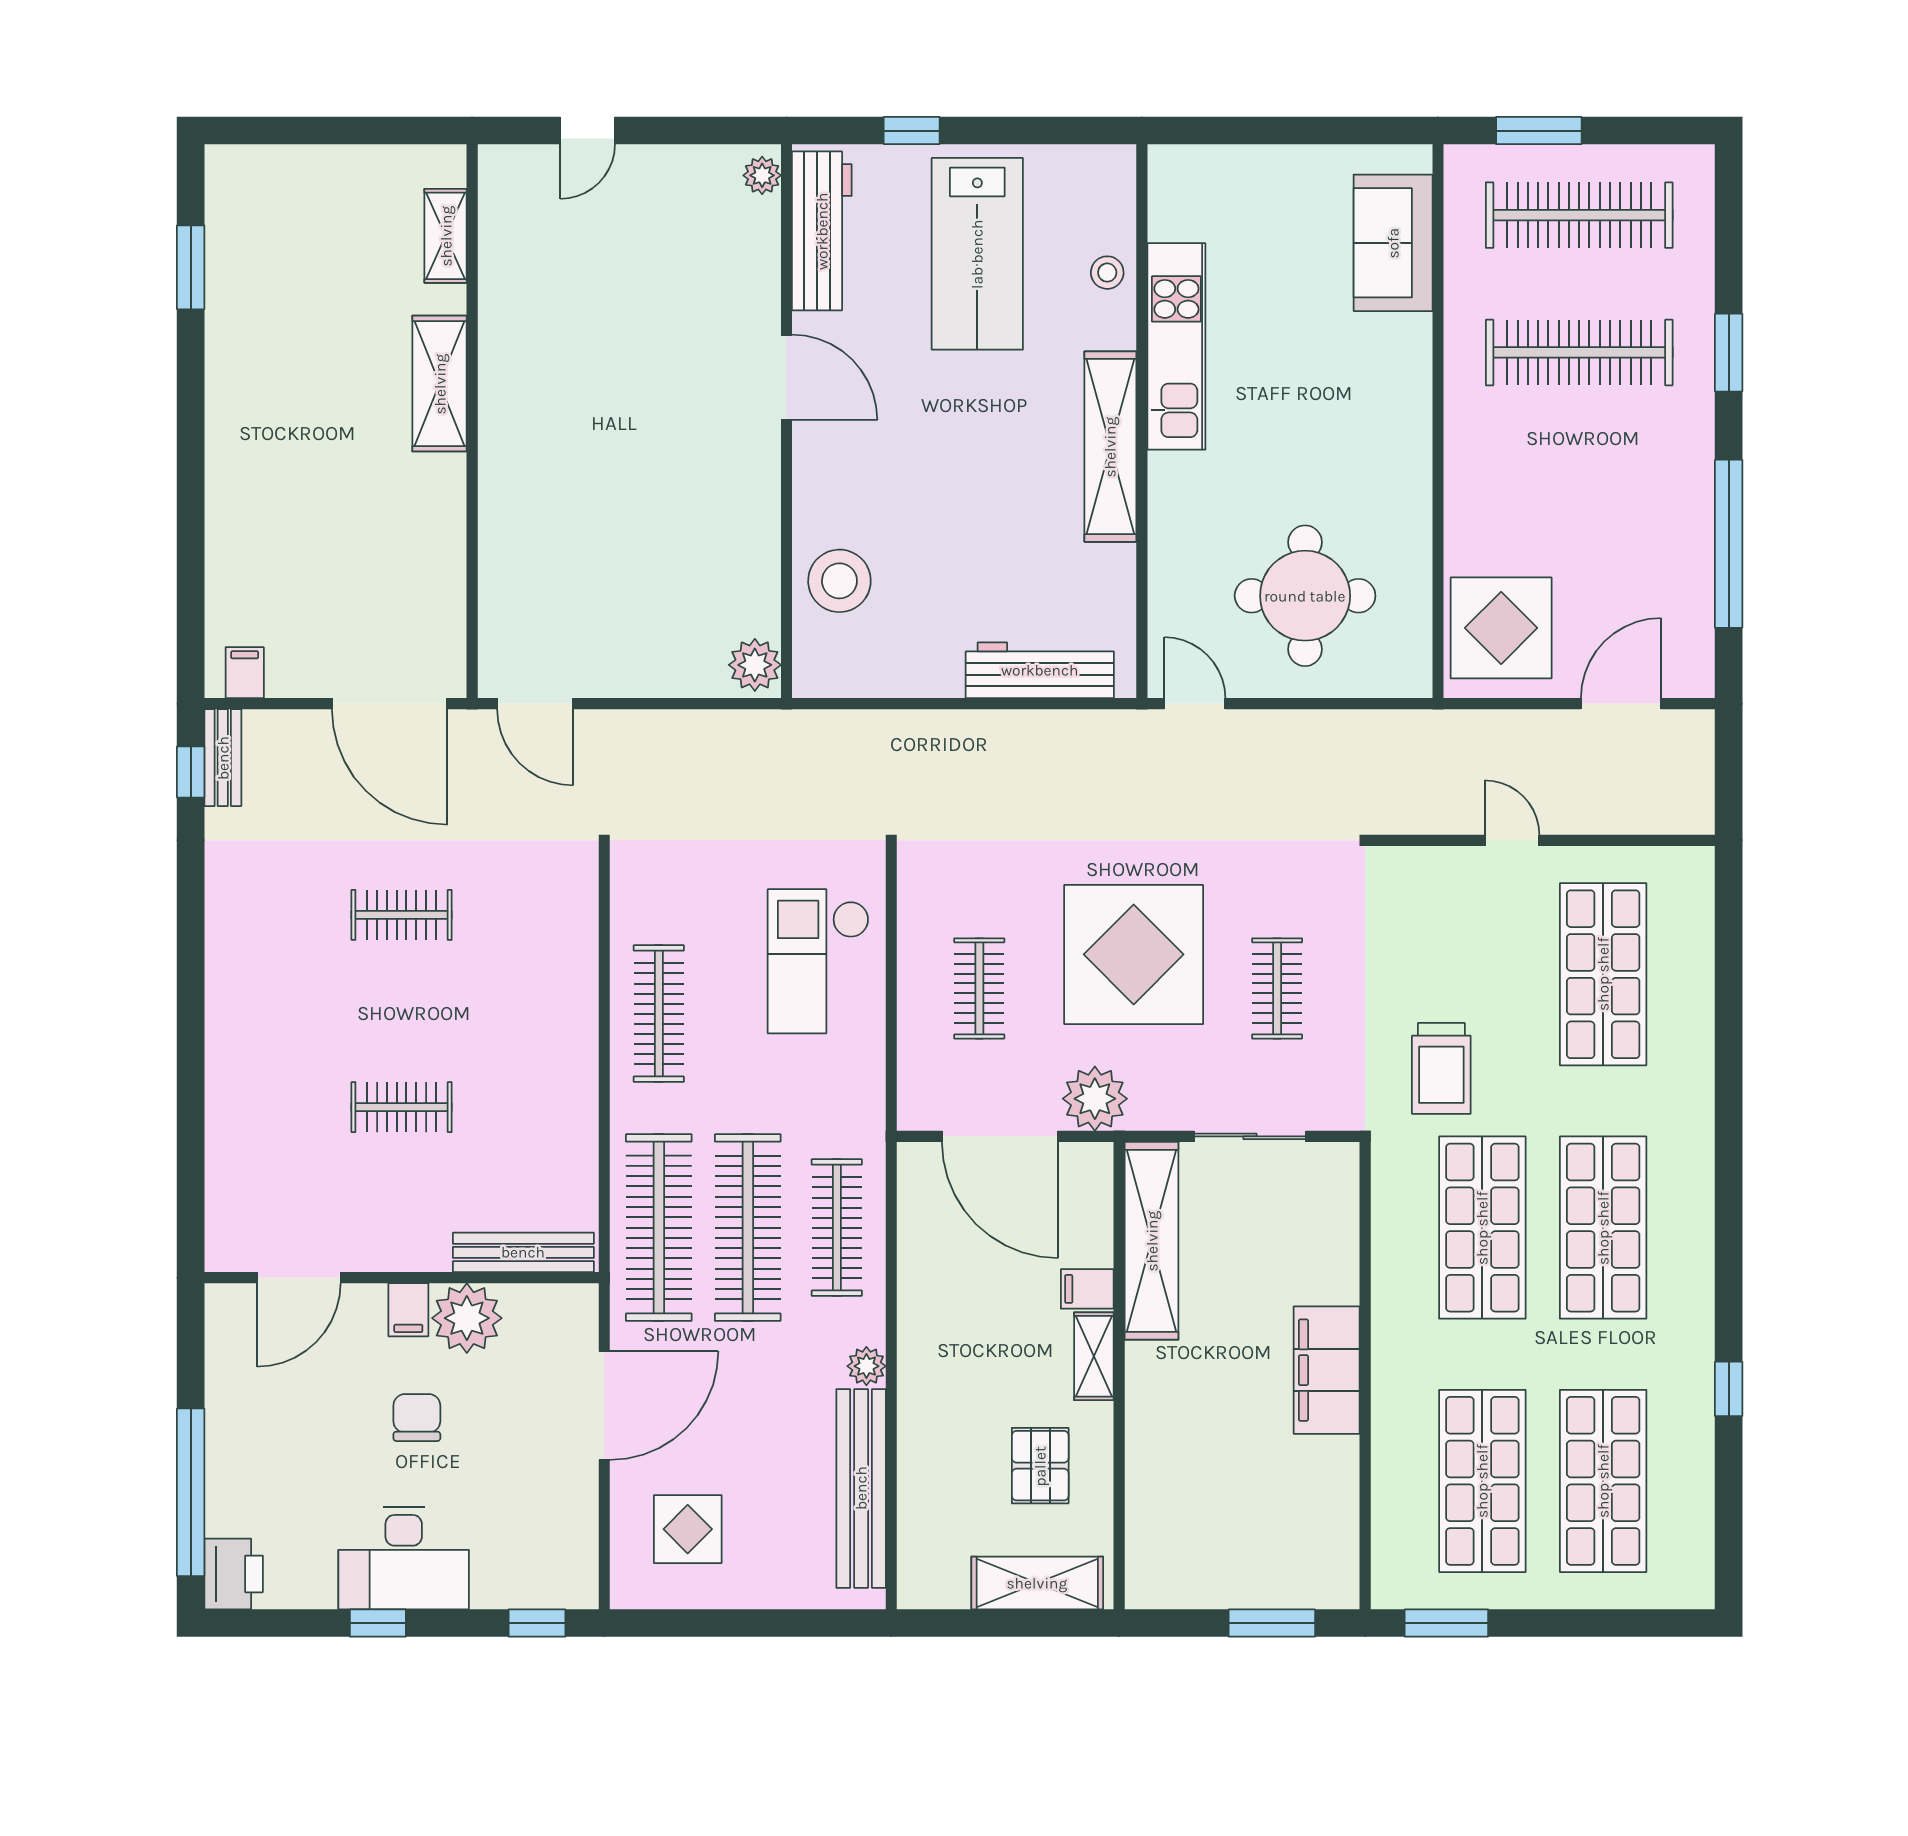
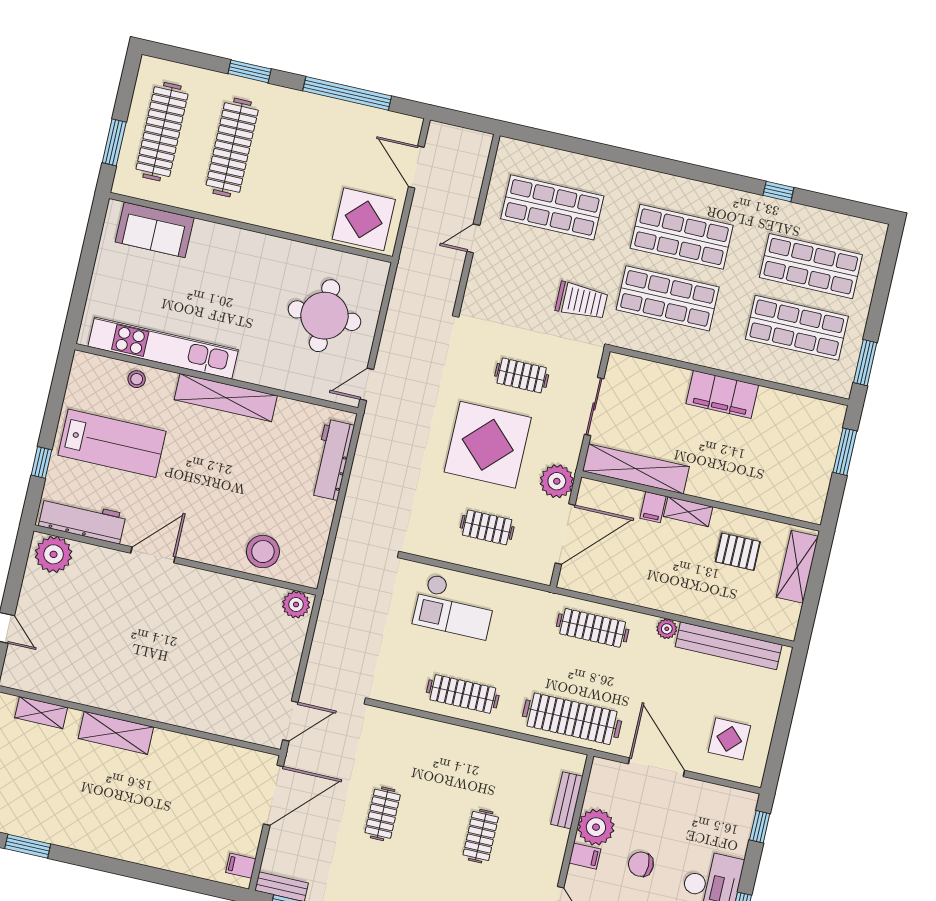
plant: (762, 175) -> (54, 554), width x1.88, depth x1.88
kitchen unit: (1176, 346) -> (163, 348), width x1.36
clothes rail: (748, 1228) -> (582, 673), removed
bench: (523, 1252) -> (567, 800), width x0.73

